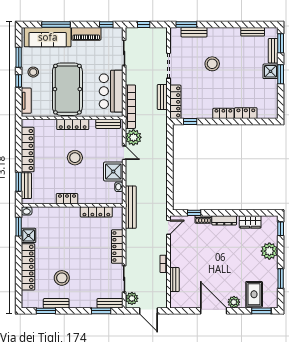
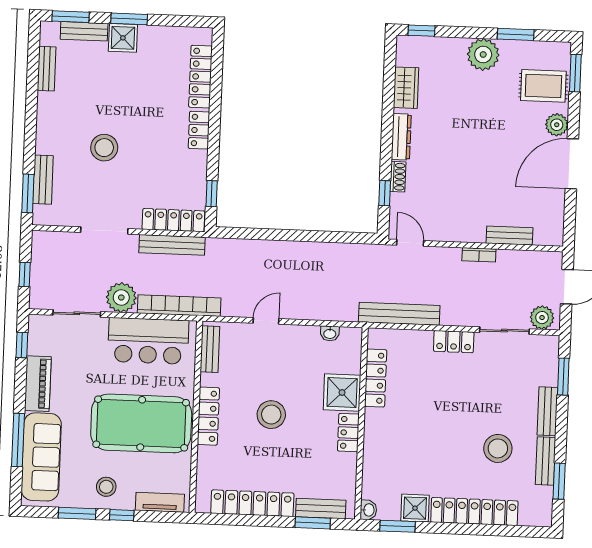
bench: (162, 97) -> (172, 245), width x1.36
locker: (246, 113) -> (201, 77), width x1.53
plant: (133, 137) -> (121, 297), moved
shower: (113, 172) -> (342, 393), moved
bench: (131, 207) -> (399, 314), moved
locker: (117, 247) -> (454, 342), width x0.66
plant: (269, 251) -> (483, 54), moved
bench: (110, 303) -> (547, 411), moved

